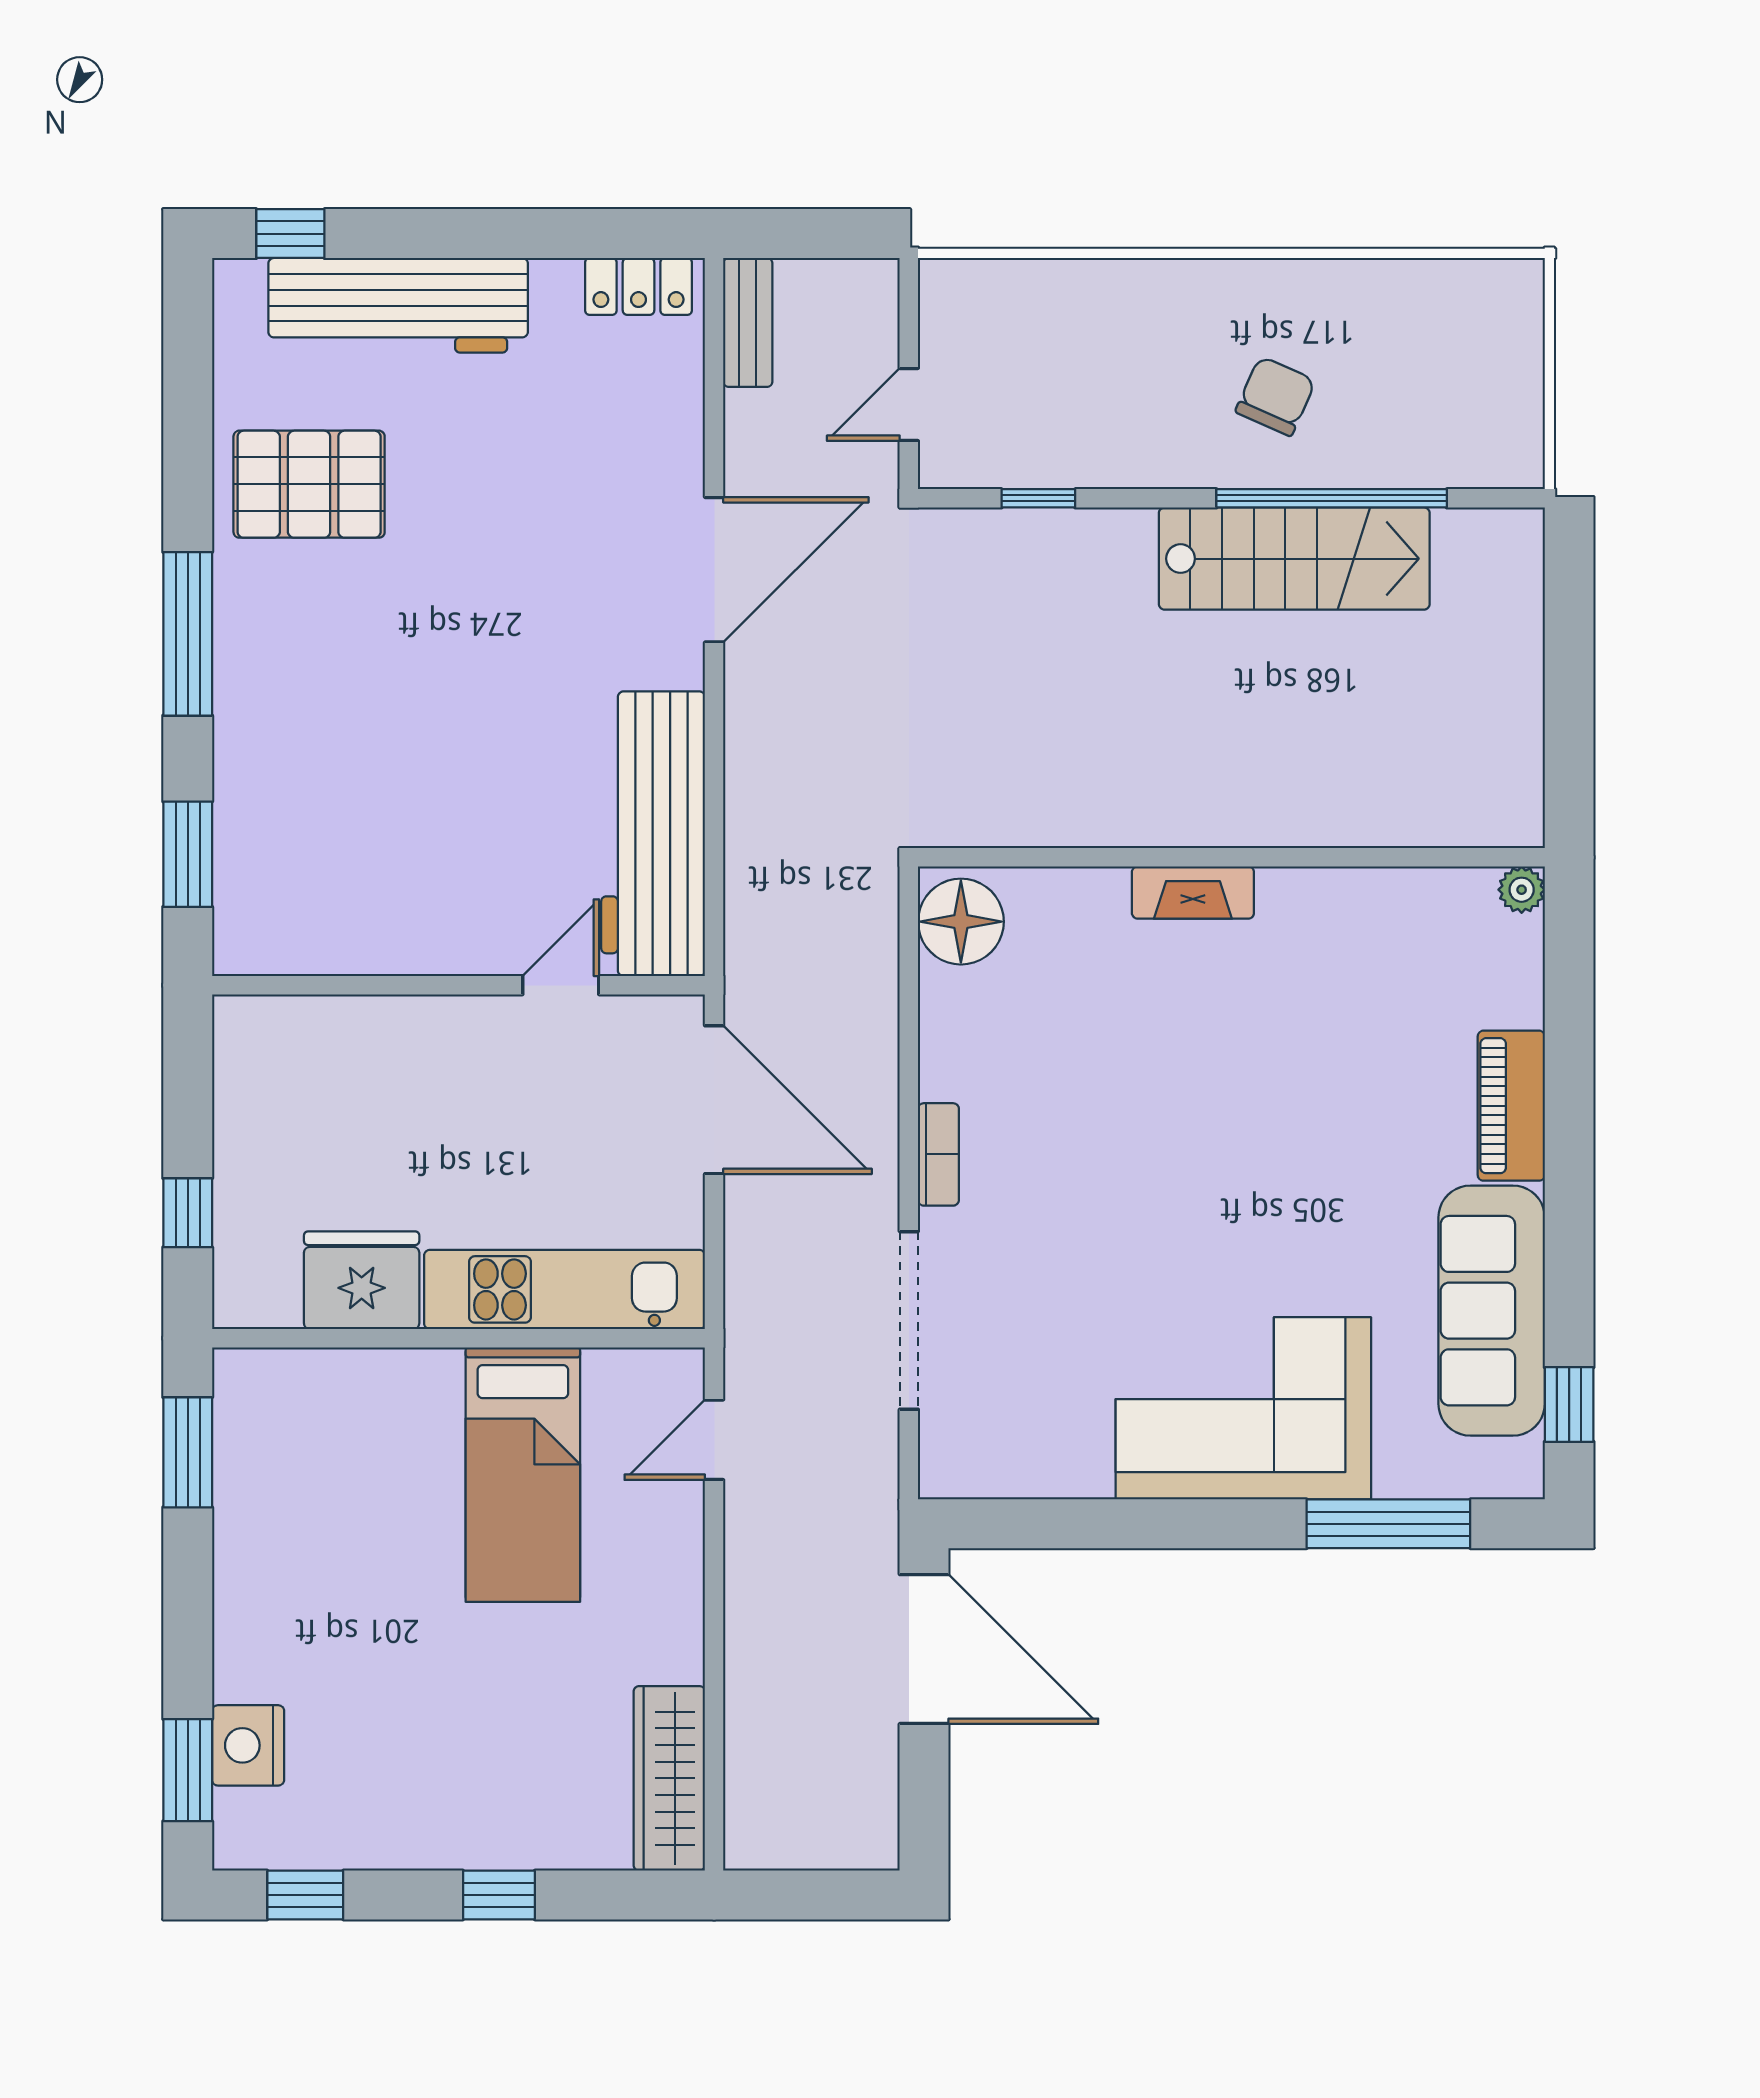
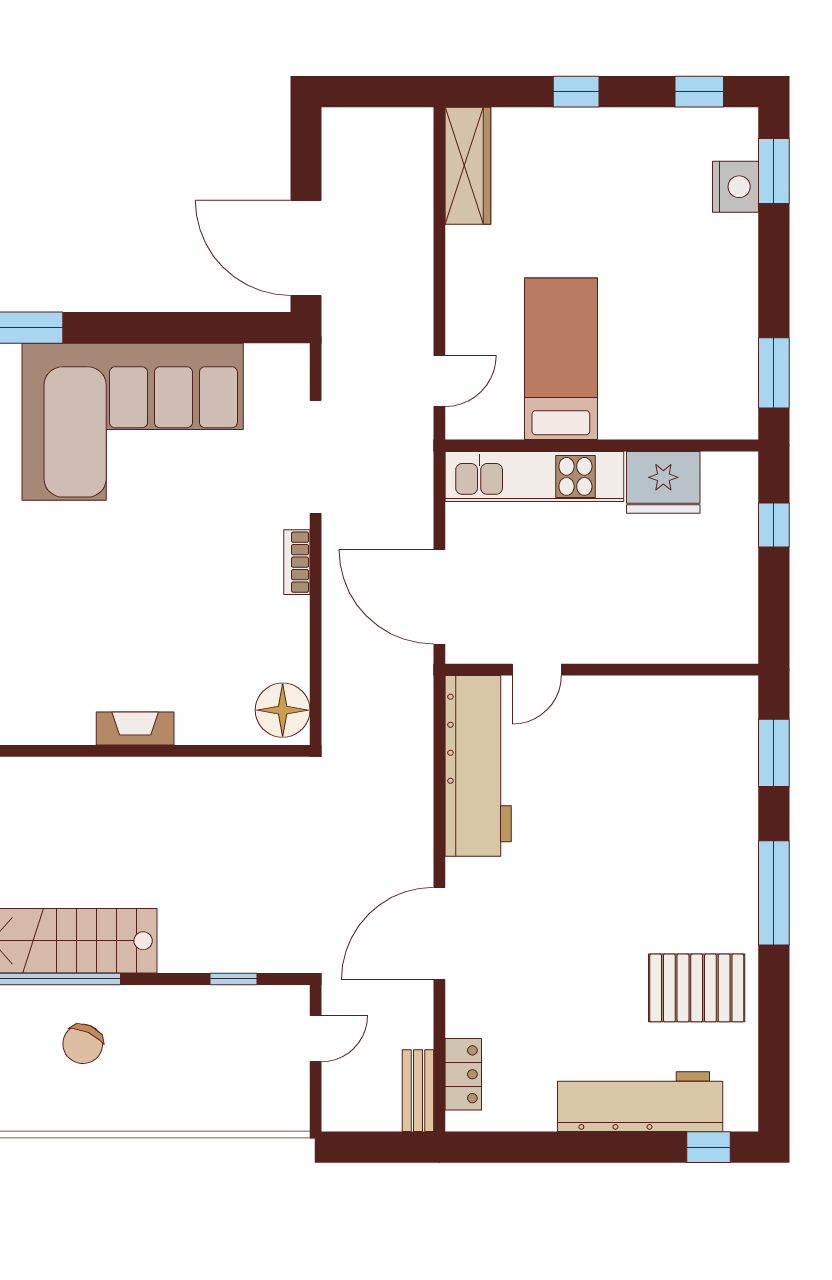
locker: (639, 286) -> (463, 1074), moved, turned 90
corner sofa: (1243, 1408) -> (133, 422), width x1.36, depth x1.36

